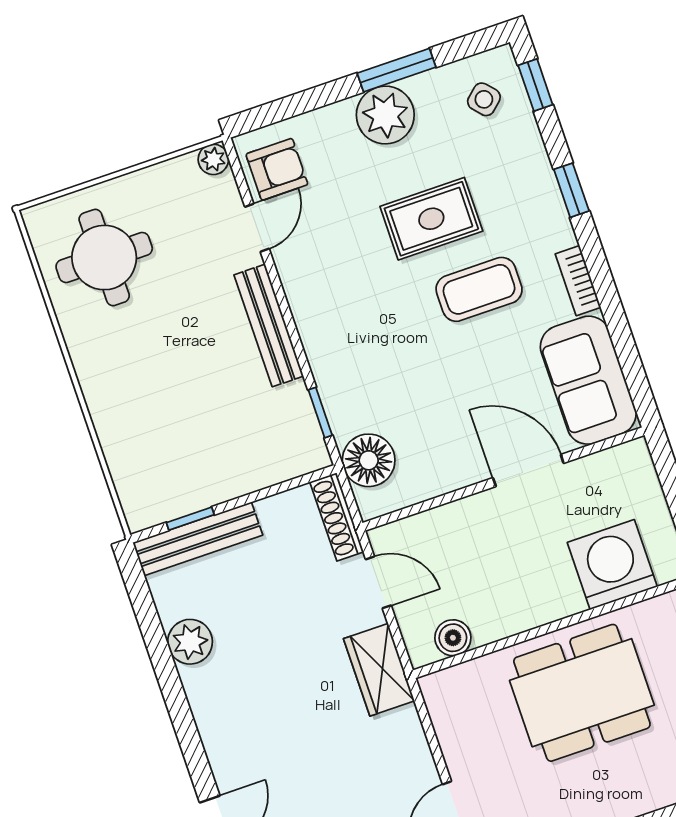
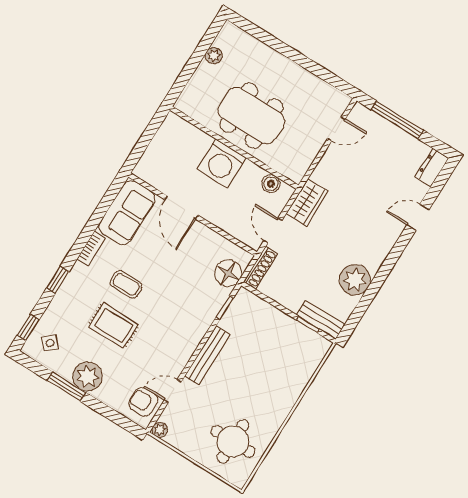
coffee table: (479, 289) -> (126, 284), width x0.73, depth x0.77
bench: (198, 539) -> (321, 320), width x0.73
washing machine: (612, 565) -> (222, 163), moved
plant: (190, 642) -> (355, 280), width x1.36, depth x1.36

